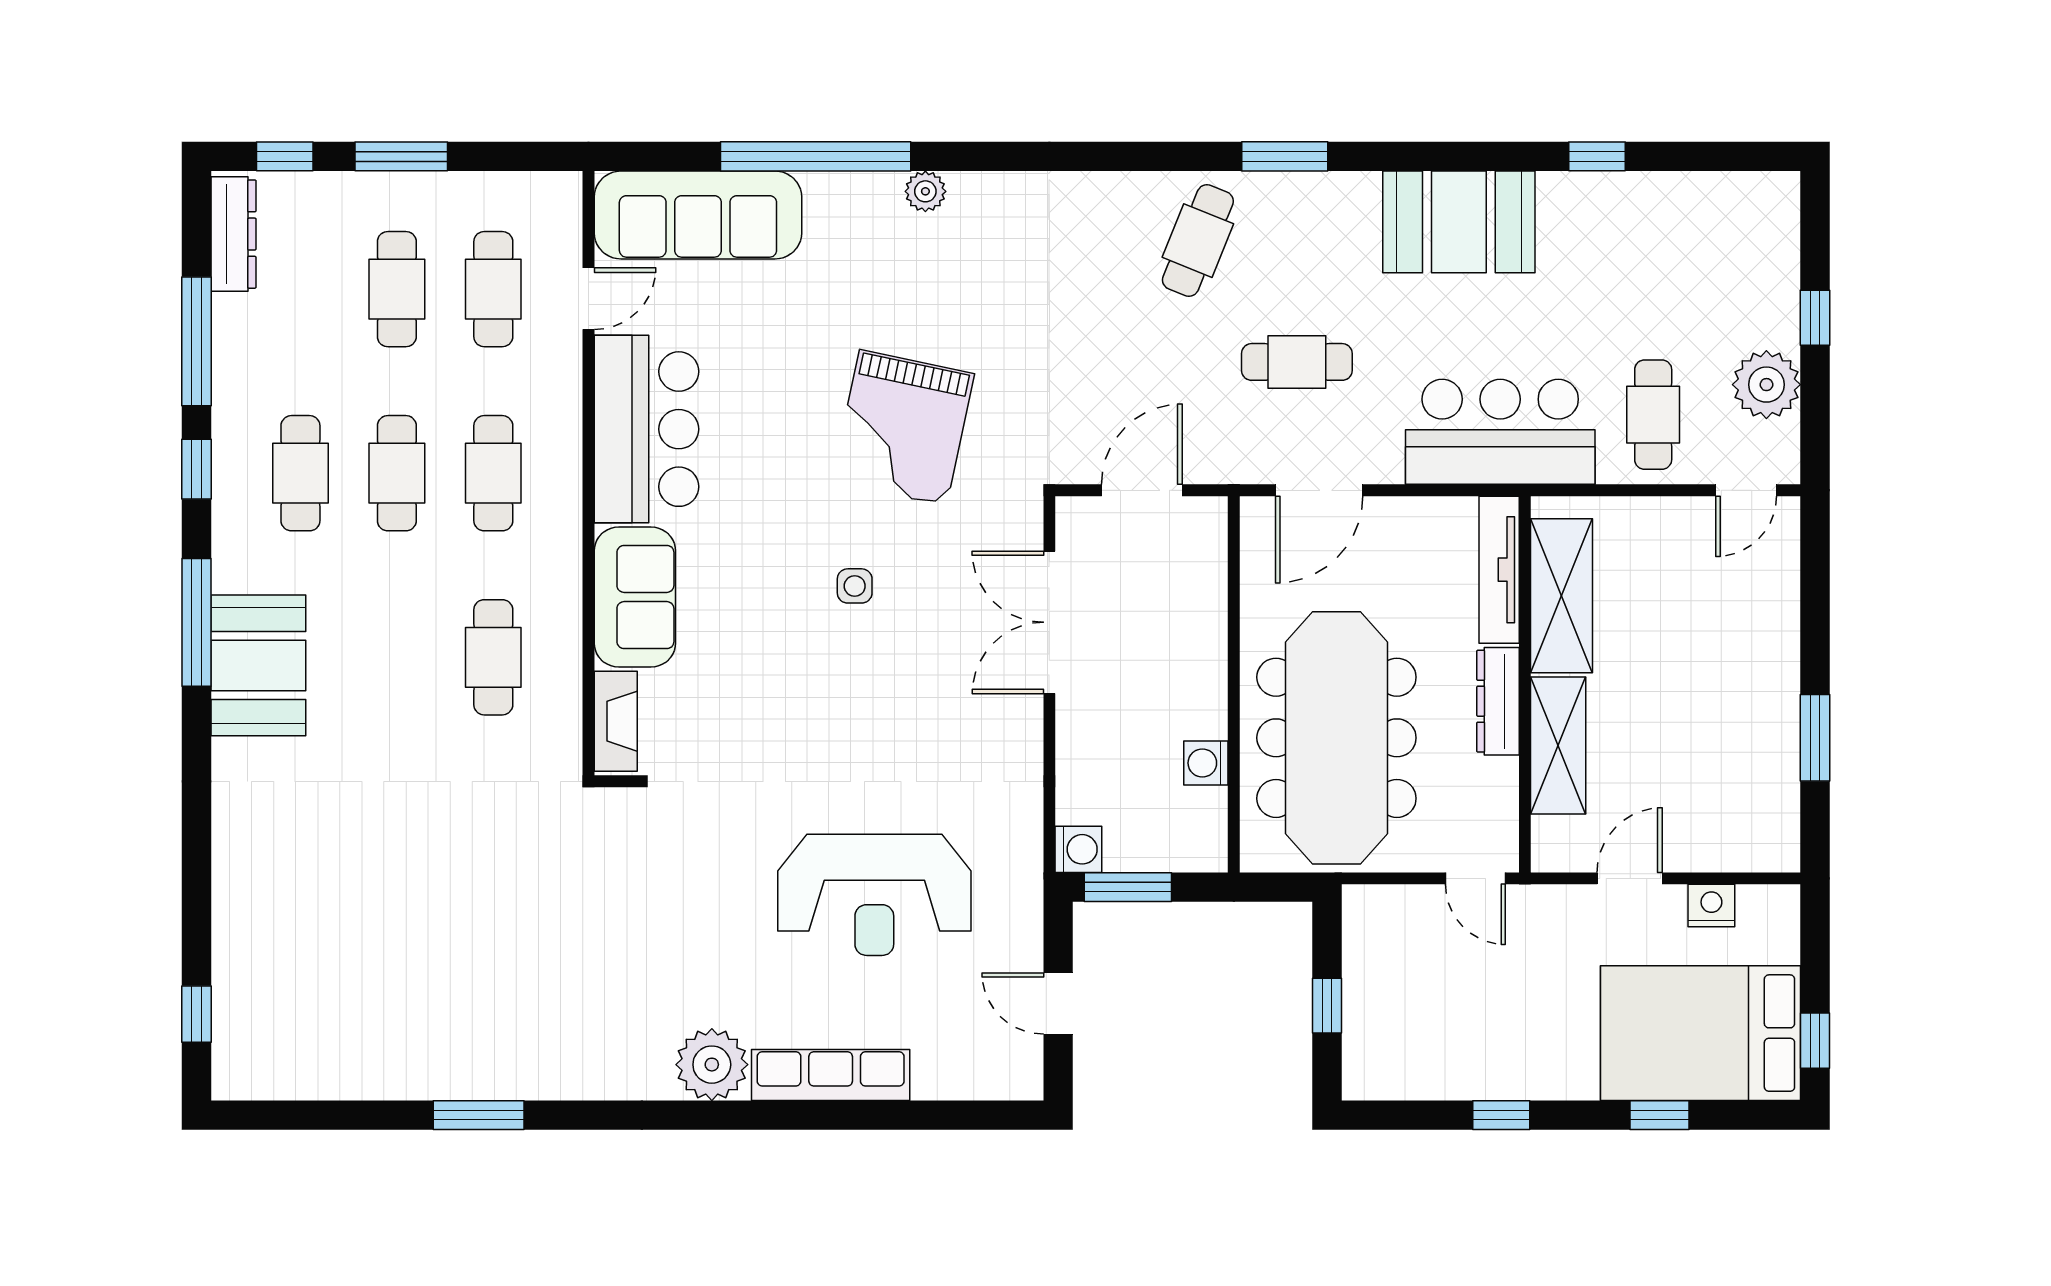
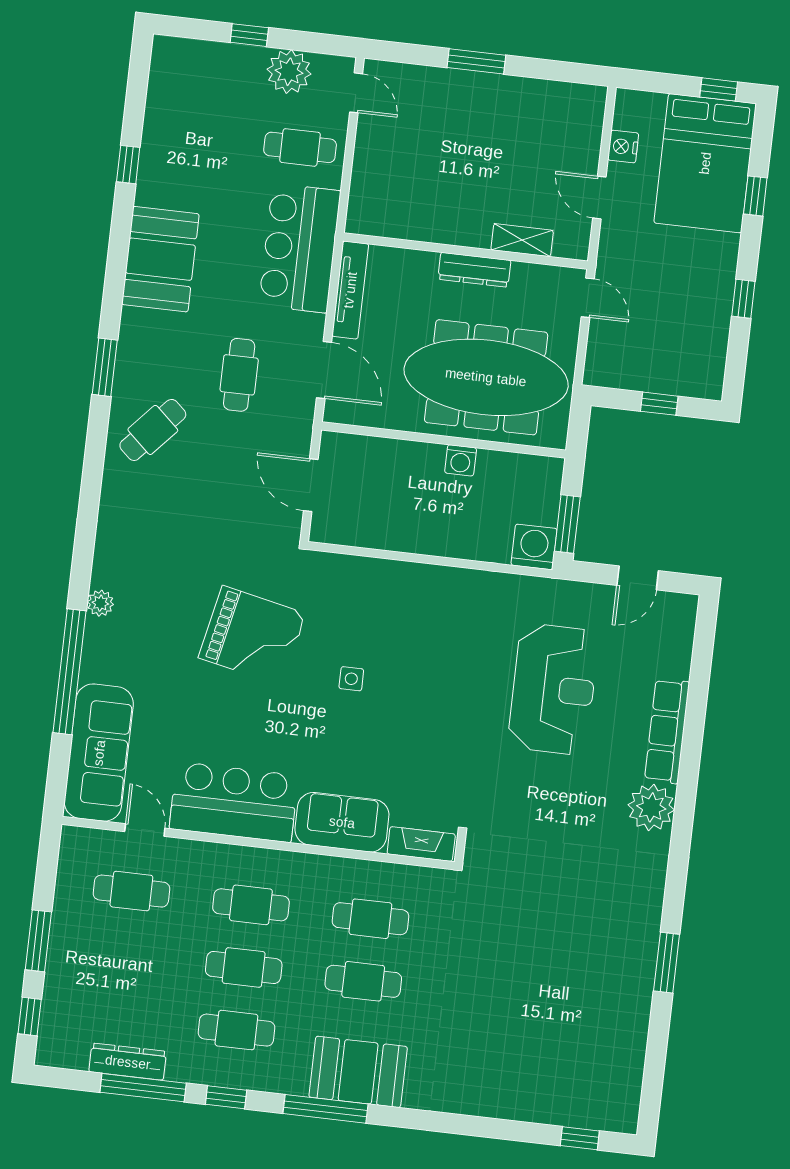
dresser: (233, 234) -> (128, 1062), moved
cafe table: (1198, 241) -> (153, 430), turned -70
cafe table: (397, 289) -> (363, 981), moved
tv unit: (1499, 570) -> (350, 290), moved, turned -90
shelving: (1562, 596) -> (411, 221), removed
double door: (1049, 622) -> (390, 555), removed
window: (1815, 738) -> (476, 61), moved
shelving: (1558, 746) -> (522, 240), width x0.67, depth x0.75
washing machine: (1206, 763) -> (461, 460), moved
washing machine: (1078, 849) -> (534, 547), width x1.38, depth x1.38
door: (1475, 878) -> (588, 298), hinge flipped

